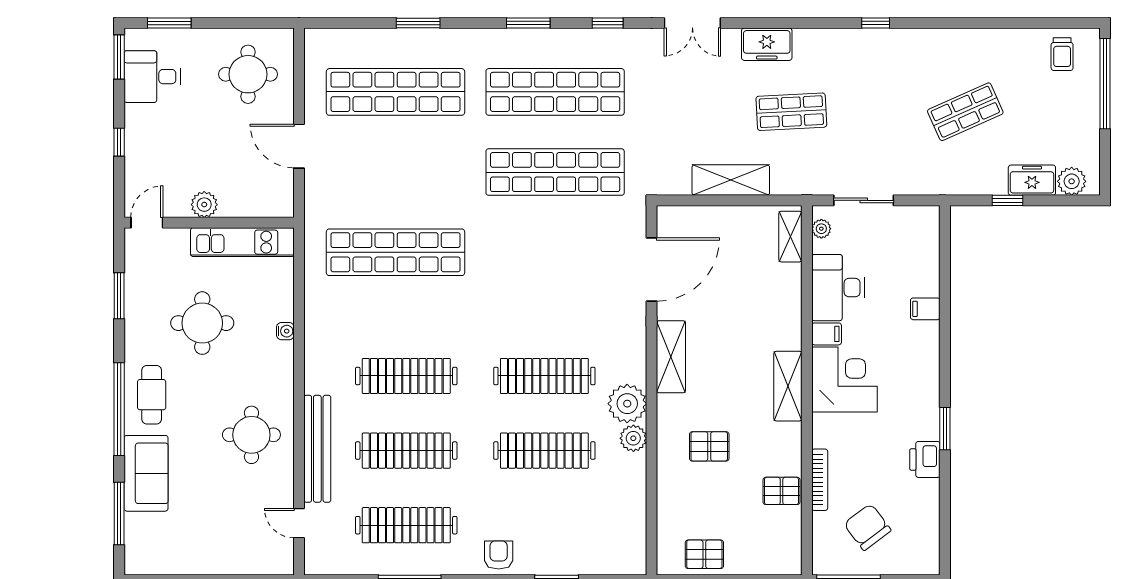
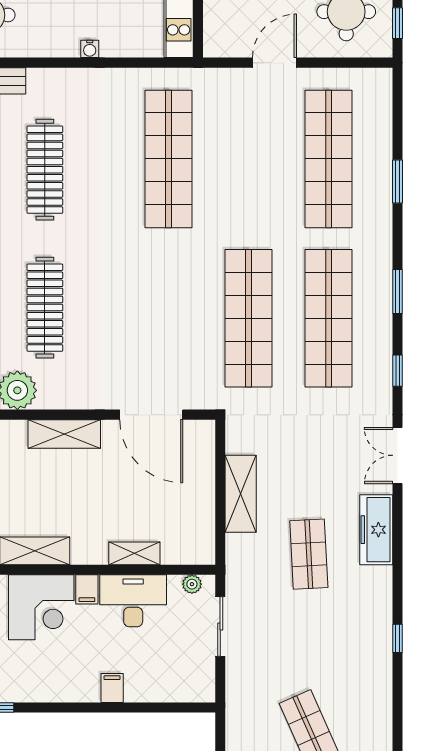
window: (260, 23) -> (397, 23), added
freezer: (767, 44) -> (376, 530), width x1.40
shelving: (790, 237) -> (134, 553), moved

